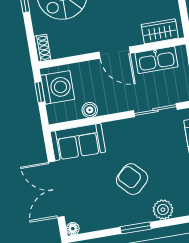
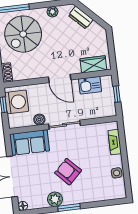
kitchen sink: (156, 60) -> (90, 85), width x0.73
sliding door: (155, 110) -> (64, 125), moved
plant: (163, 210) -> (55, 199), moved

